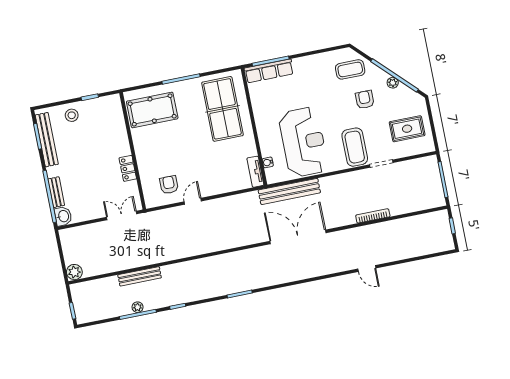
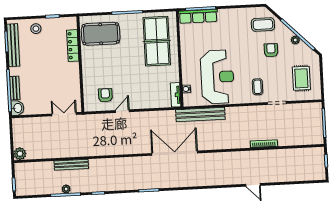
rug: (407, 129) -> (301, 78), turned 90
coffee table: (355, 147) -> (258, 87), width x0.54, depth x0.58
locker: (128, 168) -> (73, 46), moved, width x1.53
double door: (298, 237) -> (175, 153), moved

